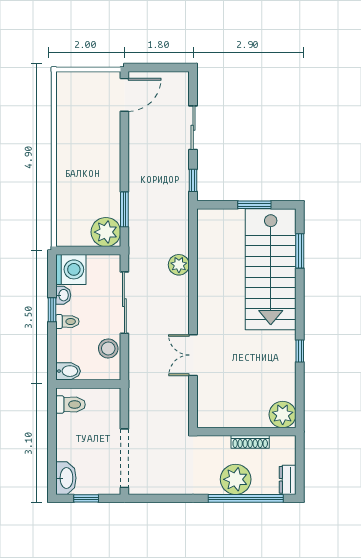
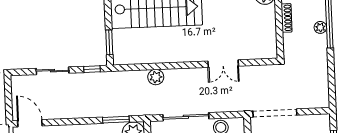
window: (254, 205) -> (109, 42), moved
doorway: (124, 458) -> (275, 113), moved
plant: (236, 479) -> (320, 27), width x0.53, depth x0.53

